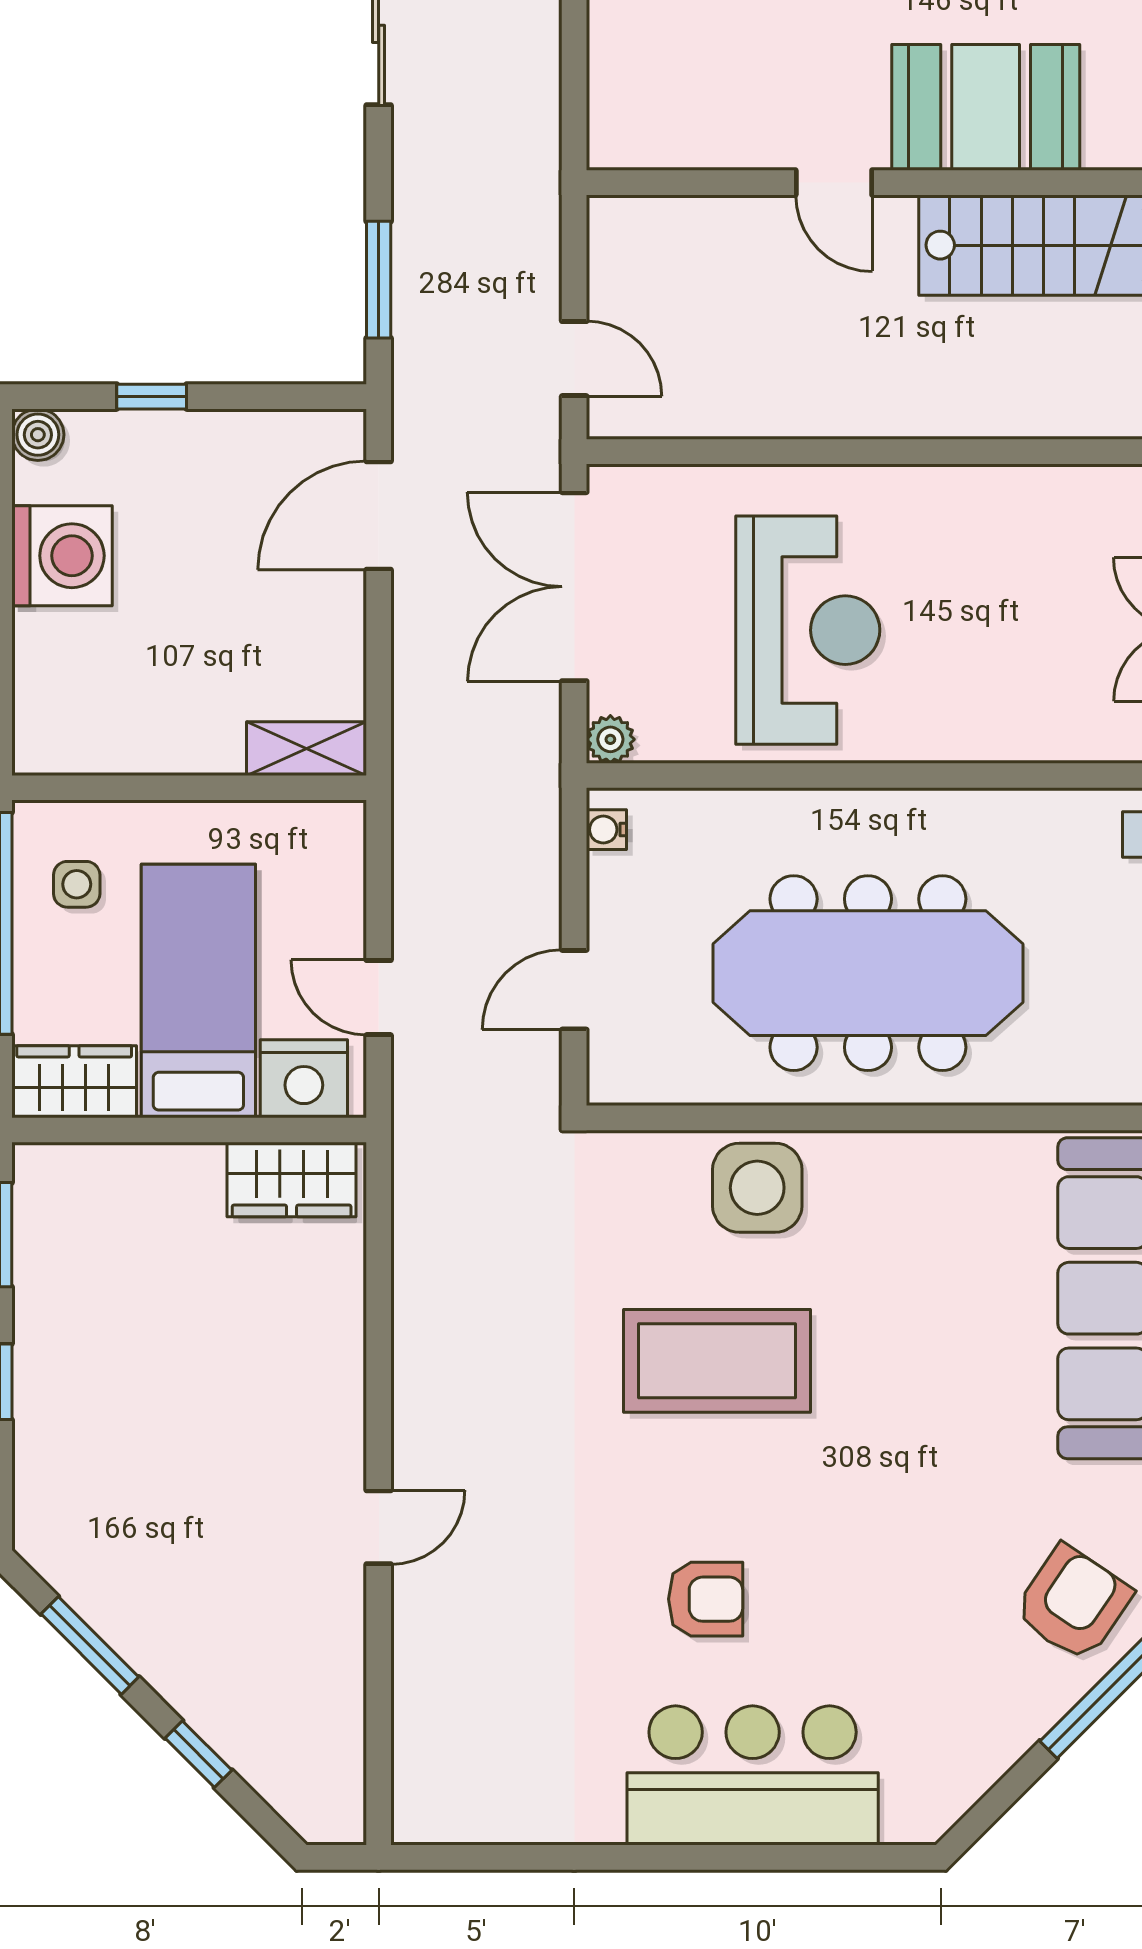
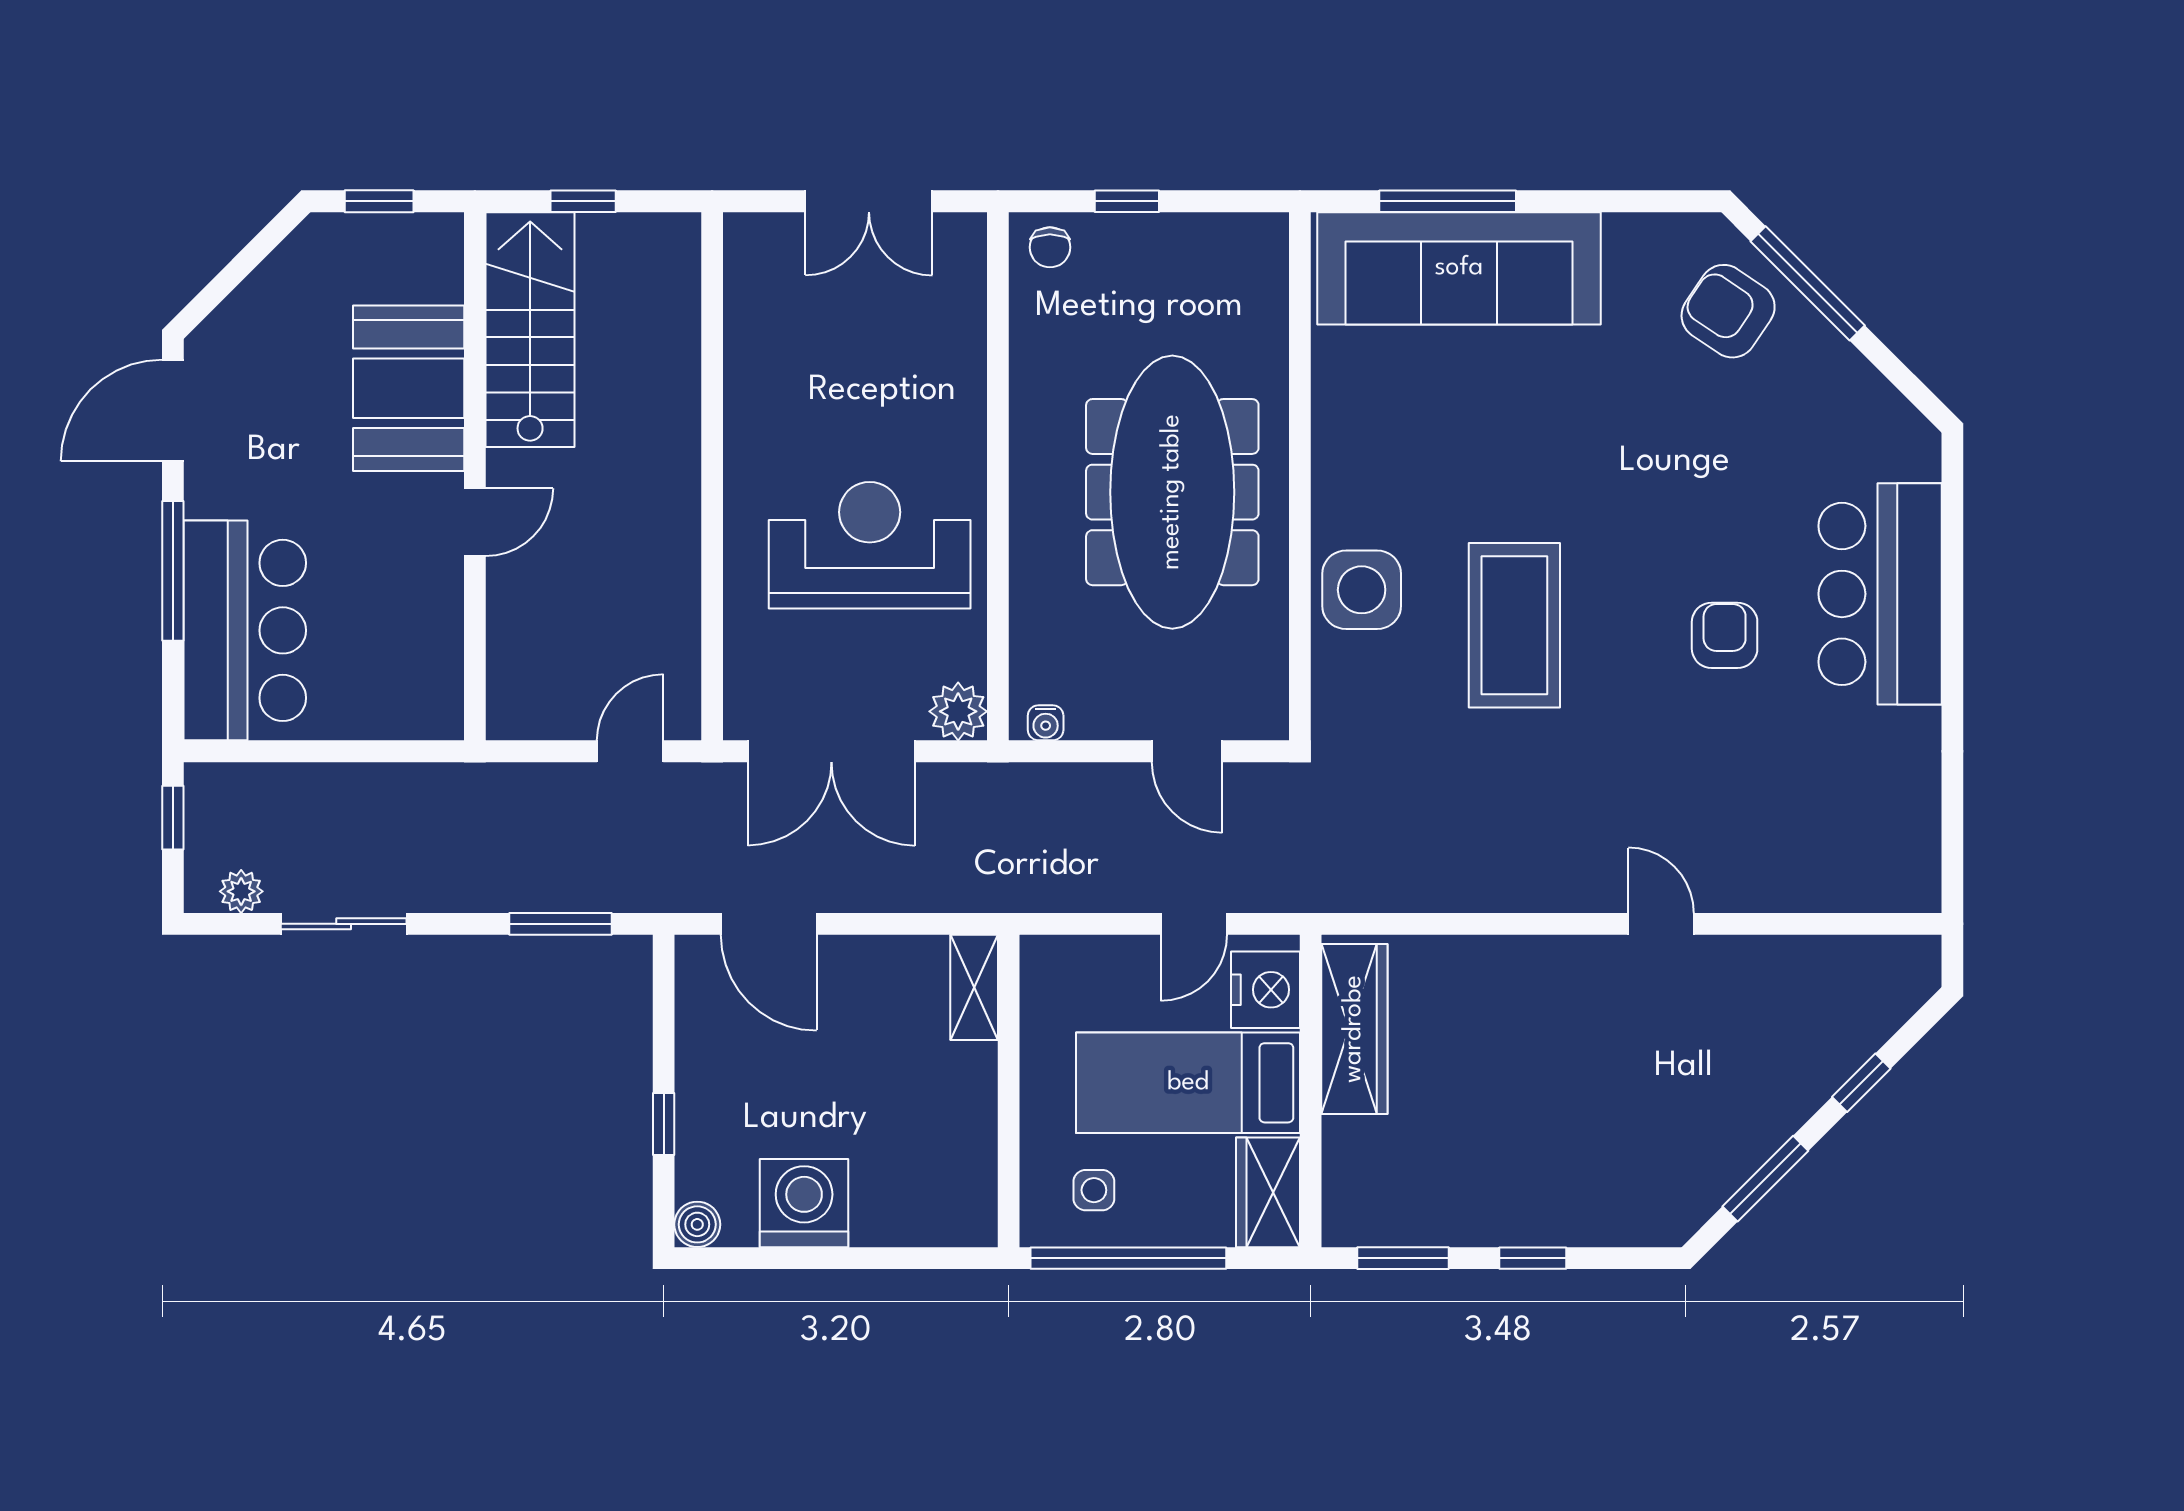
plant: (610, 739) -> (958, 711), width x1.38, depth x1.38
wardrobe: (292, 1180) -> (1354, 1029), width x1.50

